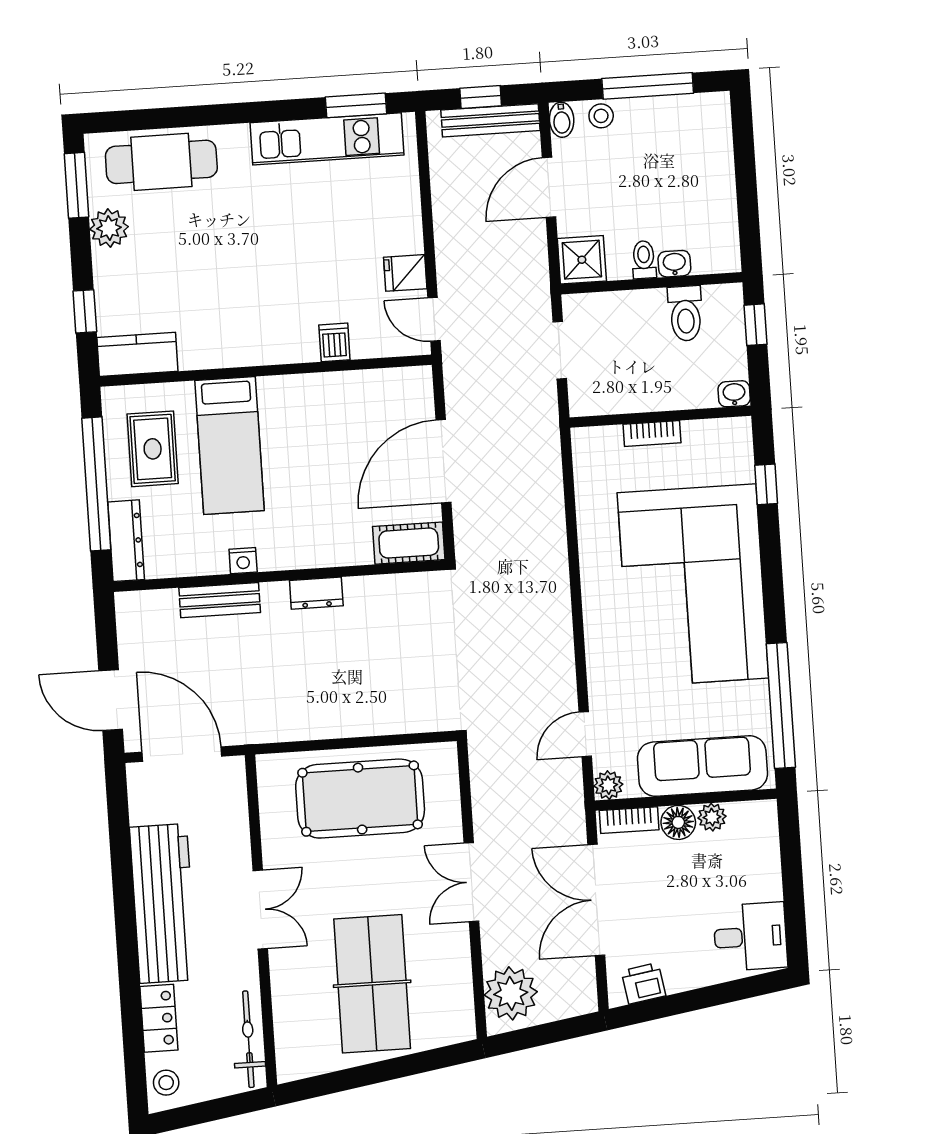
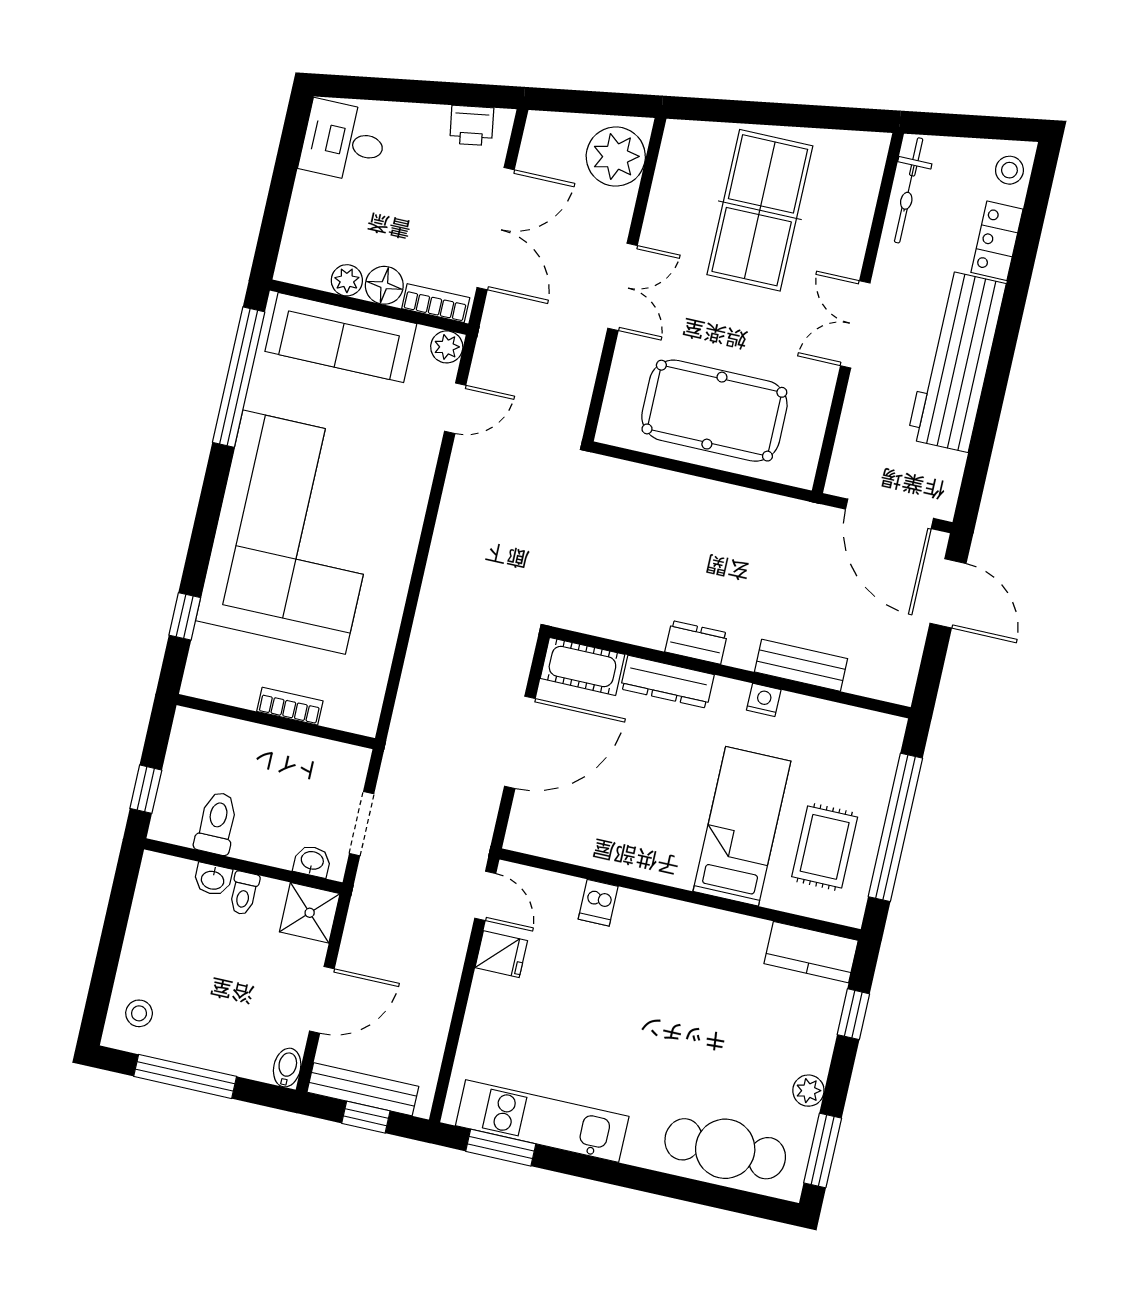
stool: (601, 116) -> (139, 1013), moved
plant: (109, 228) -> (808, 1091), width x0.73, depth x0.73
washbasin: (734, 394) -> (312, 861), moved, turned 180
dresser: (126, 541) -> (667, 682), moved, turned -90

